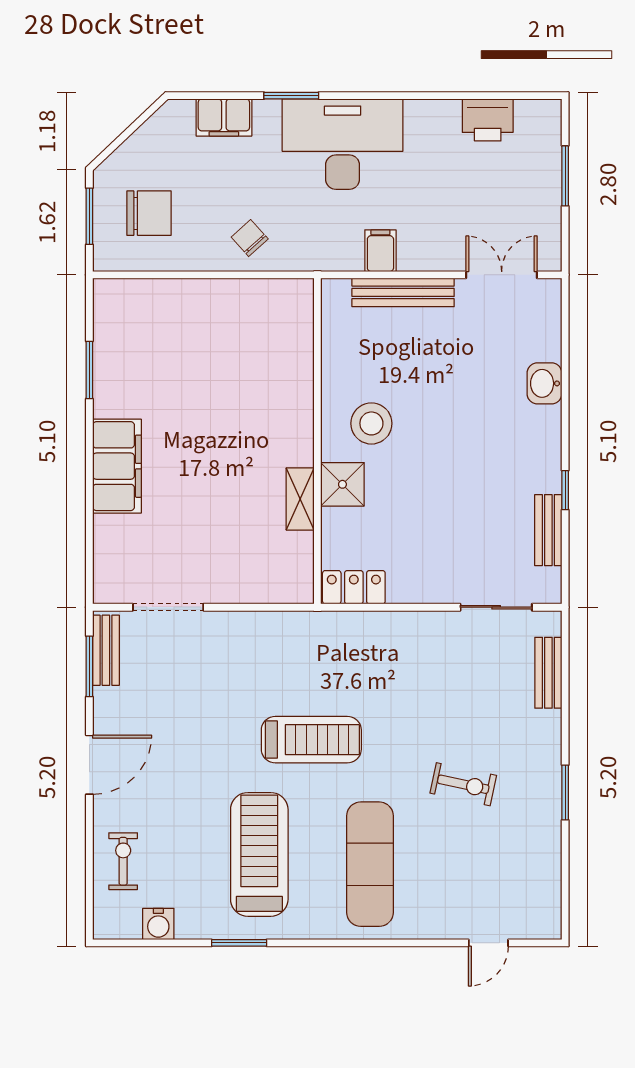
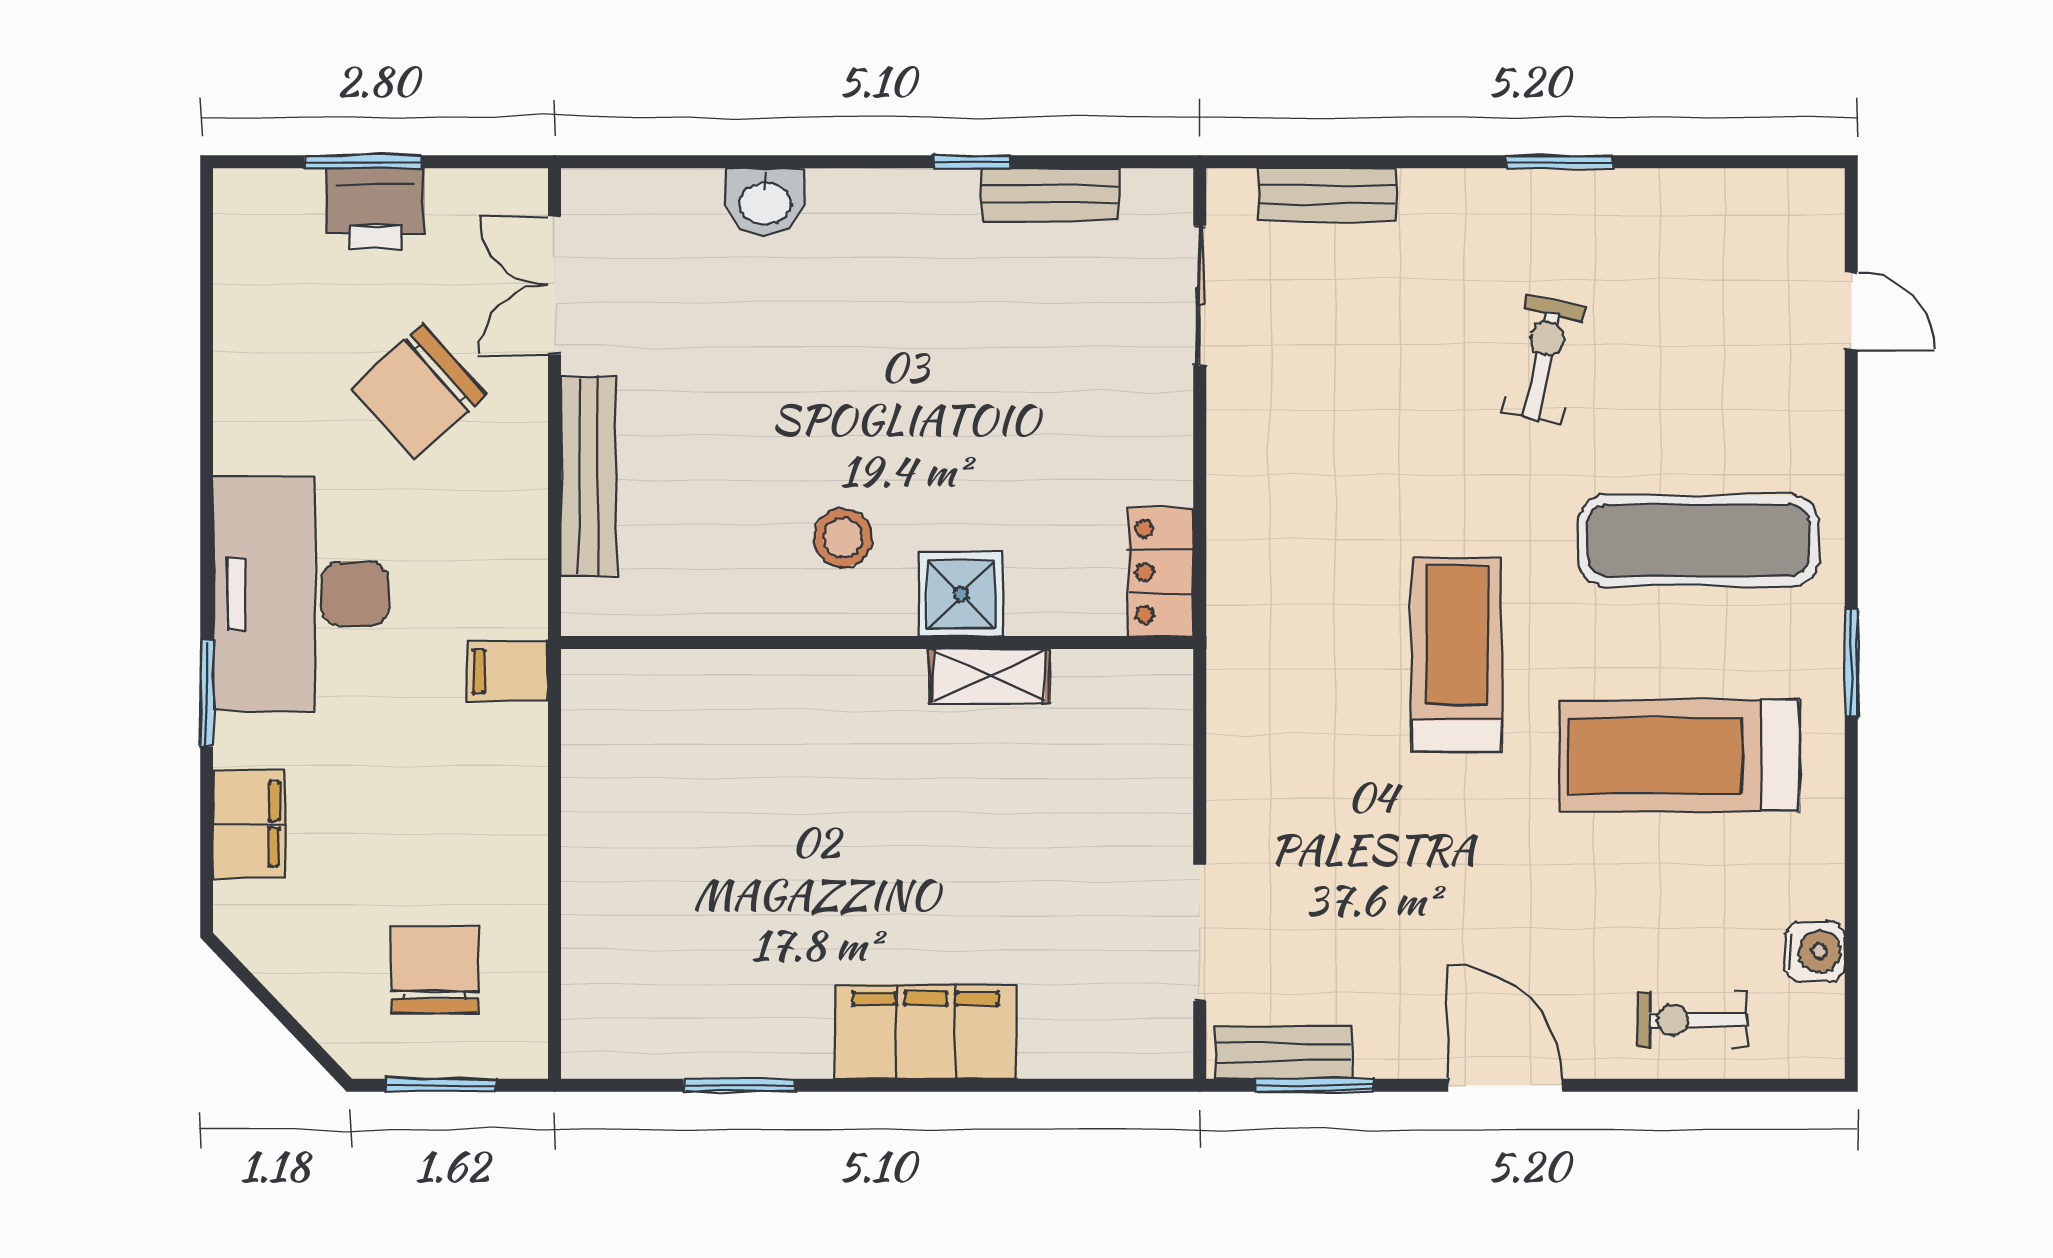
printer: (488, 120) -> (375, 209), moved, turned 90
chair: (250, 238) -> (418, 391), moved, width x1.87, depth x1.87
filing cabinet: (380, 251) -> (508, 671), moved
stool: (371, 423) -> (843, 538), width x0.73, depth x0.73
window: (239, 943) -> (1851, 662), moved

